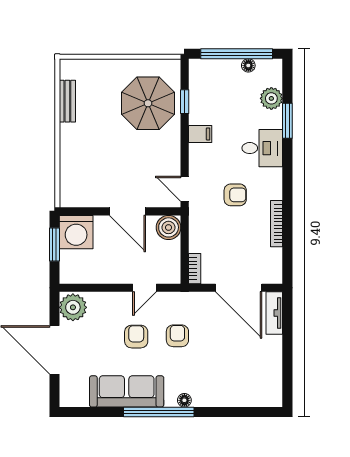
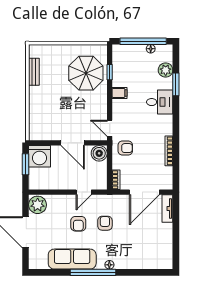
armchair: (235, 195) -> (125, 148), moved
door: (239, 288) -> (144, 192), hinge flipped
armchair: (136, 337) -> (78, 224), turned 180

